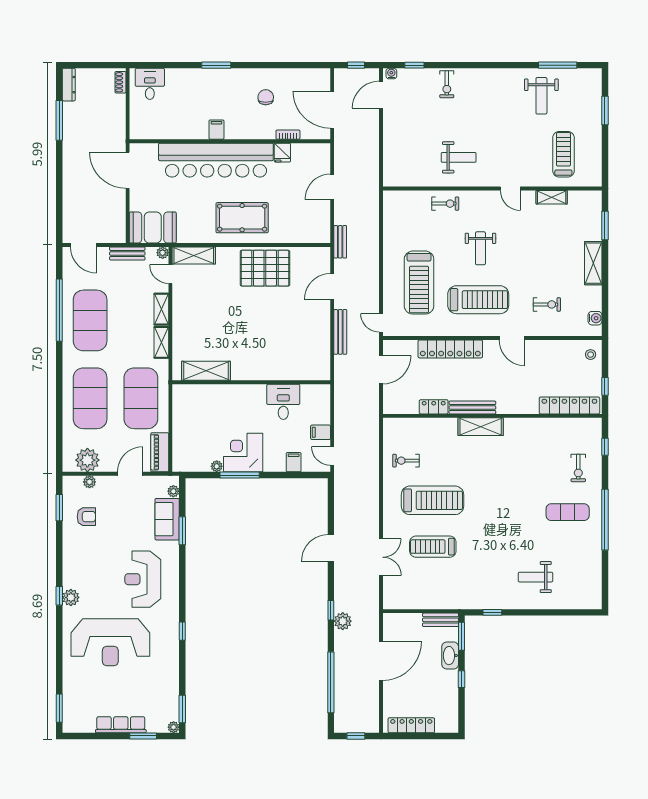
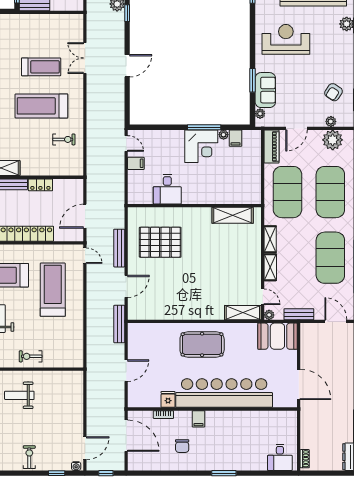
filing cabinet: (216, 130) -> (199, 419), moved
bench: (340, 242) -> (119, 324), width x1.36
pallet: (265, 268) -> (160, 242), moved
filing cabinet: (294, 462) -> (236, 138), moved
armchair: (86, 517) -> (333, 92), turned -57
reception desk: (143, 579) -> (286, 39), turned -90

